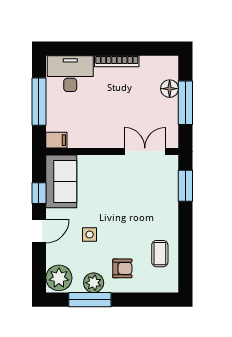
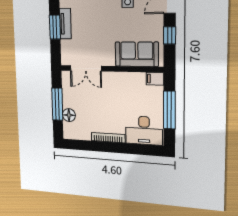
sofa: (61, 181) -> (137, 54), moved, turned 90
window: (185, 186) -> (55, 27), moved
tv unit: (171, 209) -> (65, 24), added

